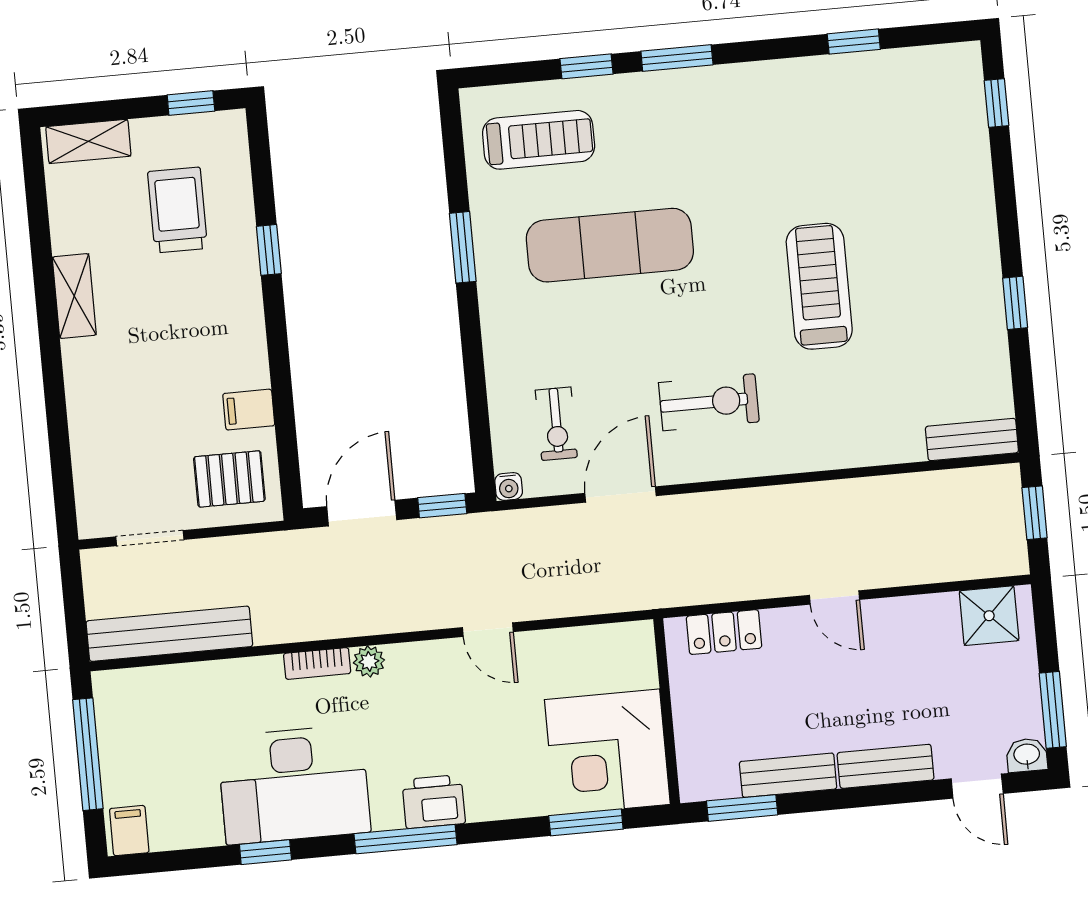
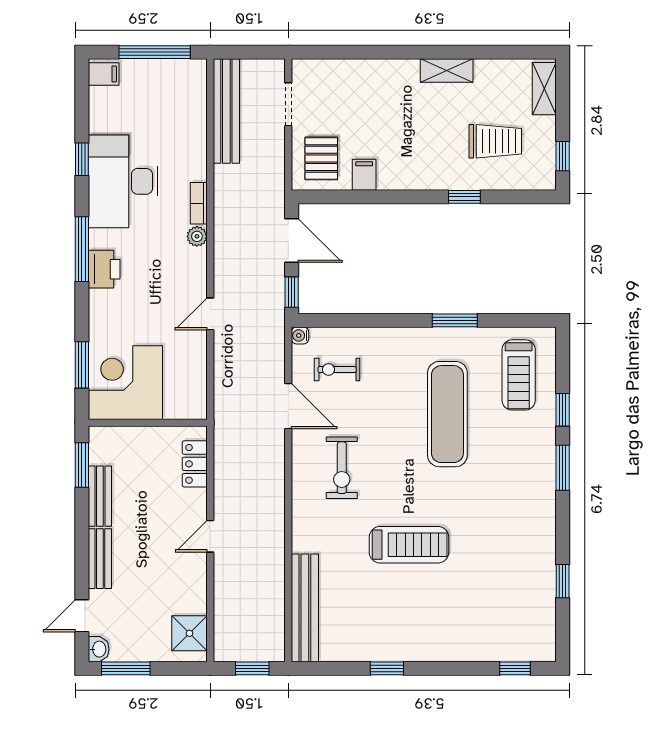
bench: (972, 440) -> (305, 608), width x1.86, depth x1.21

